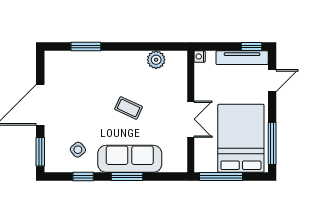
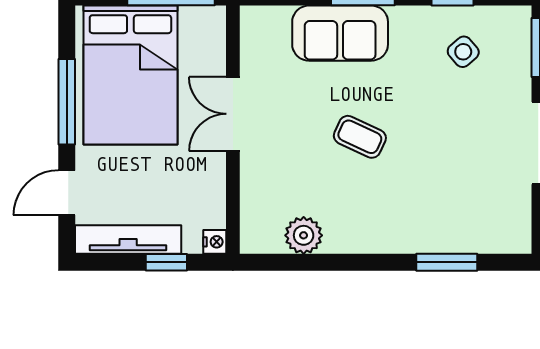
window: (251, 47) -> (166, 262), moved
window: (272, 143) -> (67, 102), moved
sofa: (130, 159) -> (340, 33), width x0.73

